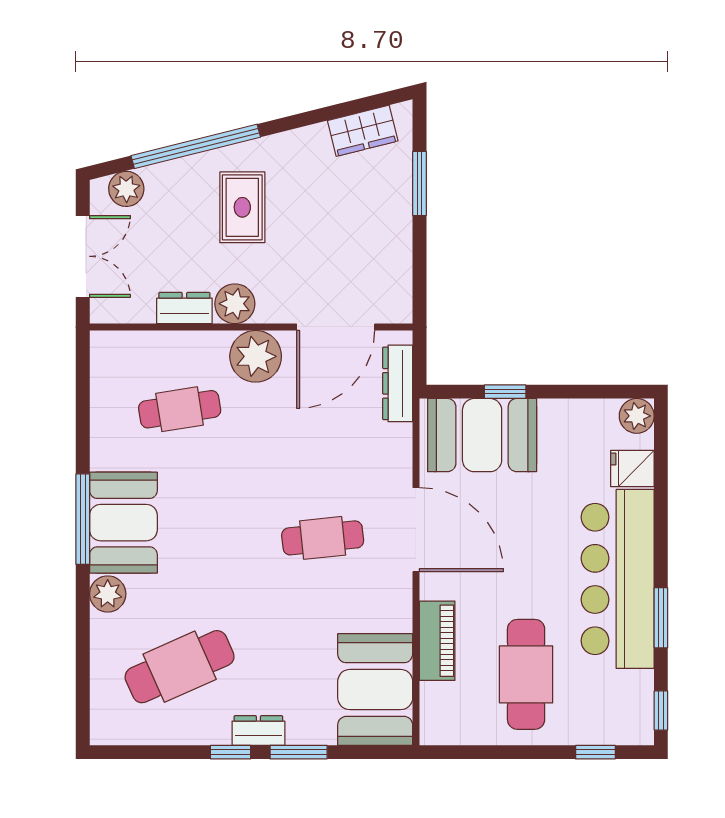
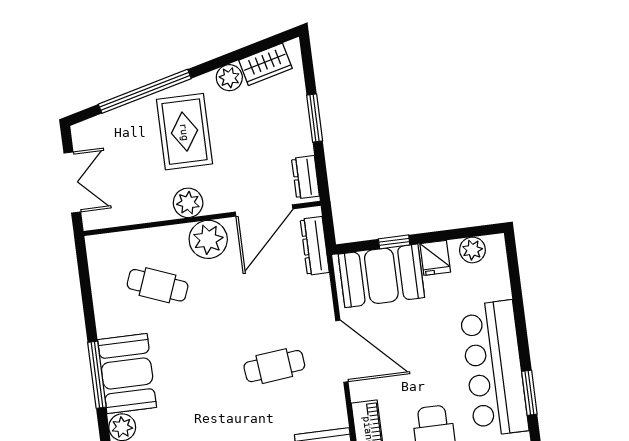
window: (419, 184) -> (315, 118), moved
plant: (126, 189) -> (229, 78), moved
rug: (242, 207) -> (184, 132), width x1.36, depth x1.43
dresser: (184, 308) -> (305, 177), moved, turned -90
cafe table: (180, 409) -> (158, 285), turned 30
plant: (637, 416) -> (472, 250), moved
fridge: (632, 468) -> (435, 258), moved, turned -90

